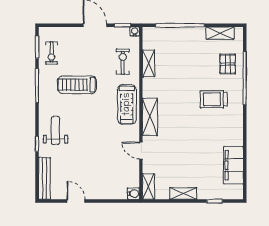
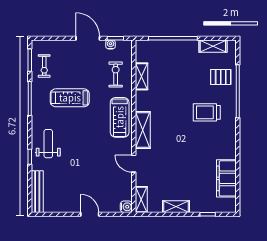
water cooler: (135, 31) -> (111, 44), moved
pallet: (228, 64) -> (221, 77), turned 90
door: (76, 201) -> (90, 214), moved

